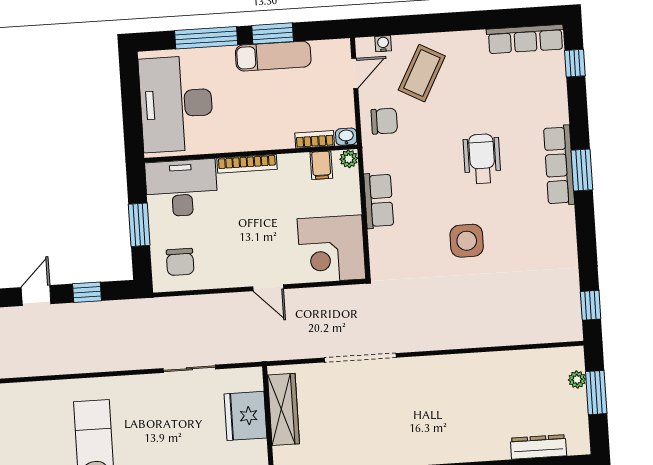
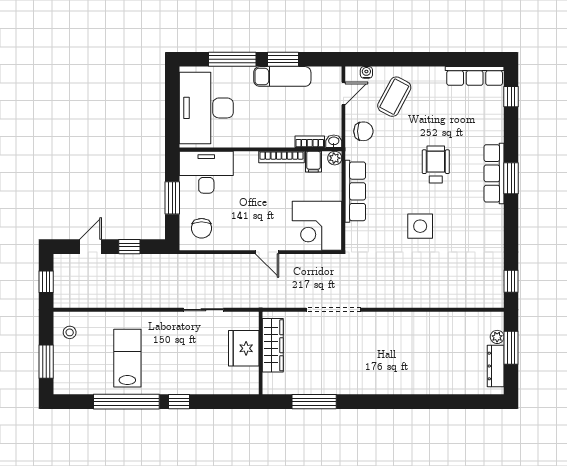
bookcase: (247, 164) -> (281, 157), moved
row of seats: (379, 201) -> (355, 191), width x1.48
stool: (16, 410) -> (70, 332), added
dresser: (538, 447) -> (496, 366), moved, turned -90

